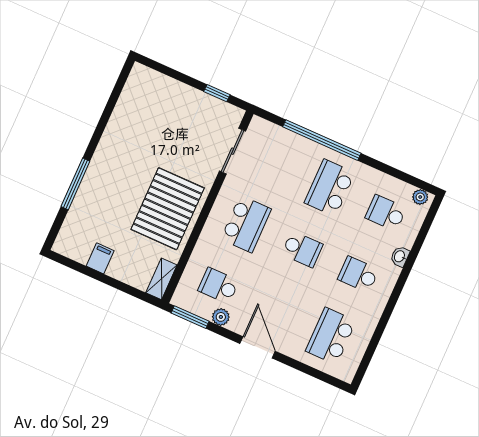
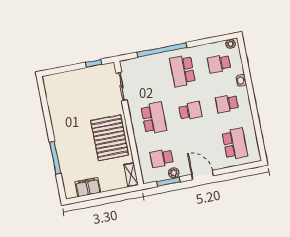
filing cabinet: (100, 258) -> (88, 187), width x2.00
window: (190, 317) -> (168, 182), moved
school desk: (331, 336) -> (235, 144), turned 180

